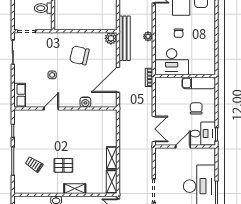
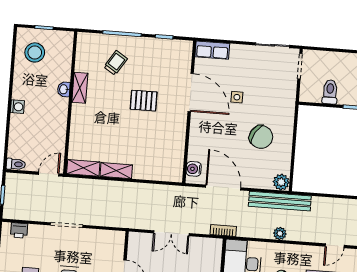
chair: (79, 55) -> (261, 137), turned 108
water cooler: (85, 102) -> (194, 169), moved
door: (51, 109) -> (191, 93), width x1.88
double door: (154, 129) -> (171, 233), moved
pallet: (63, 165) -> (144, 101), moved, turned 90
shelving: (75, 189) -> (80, 88), moved

